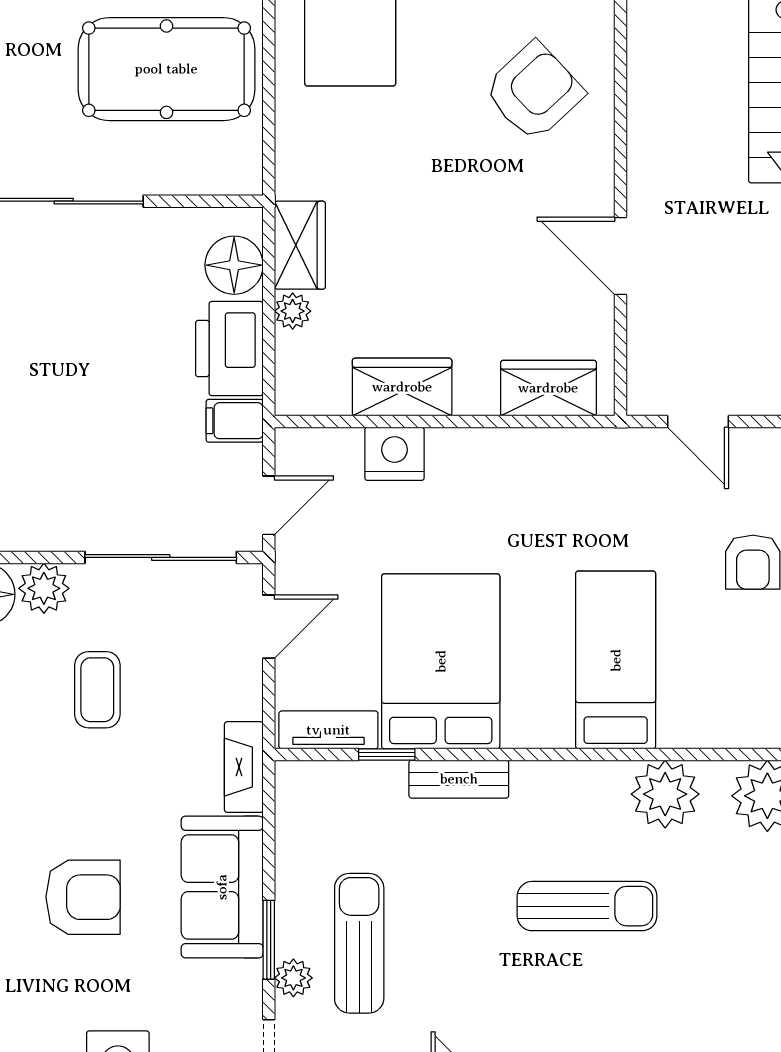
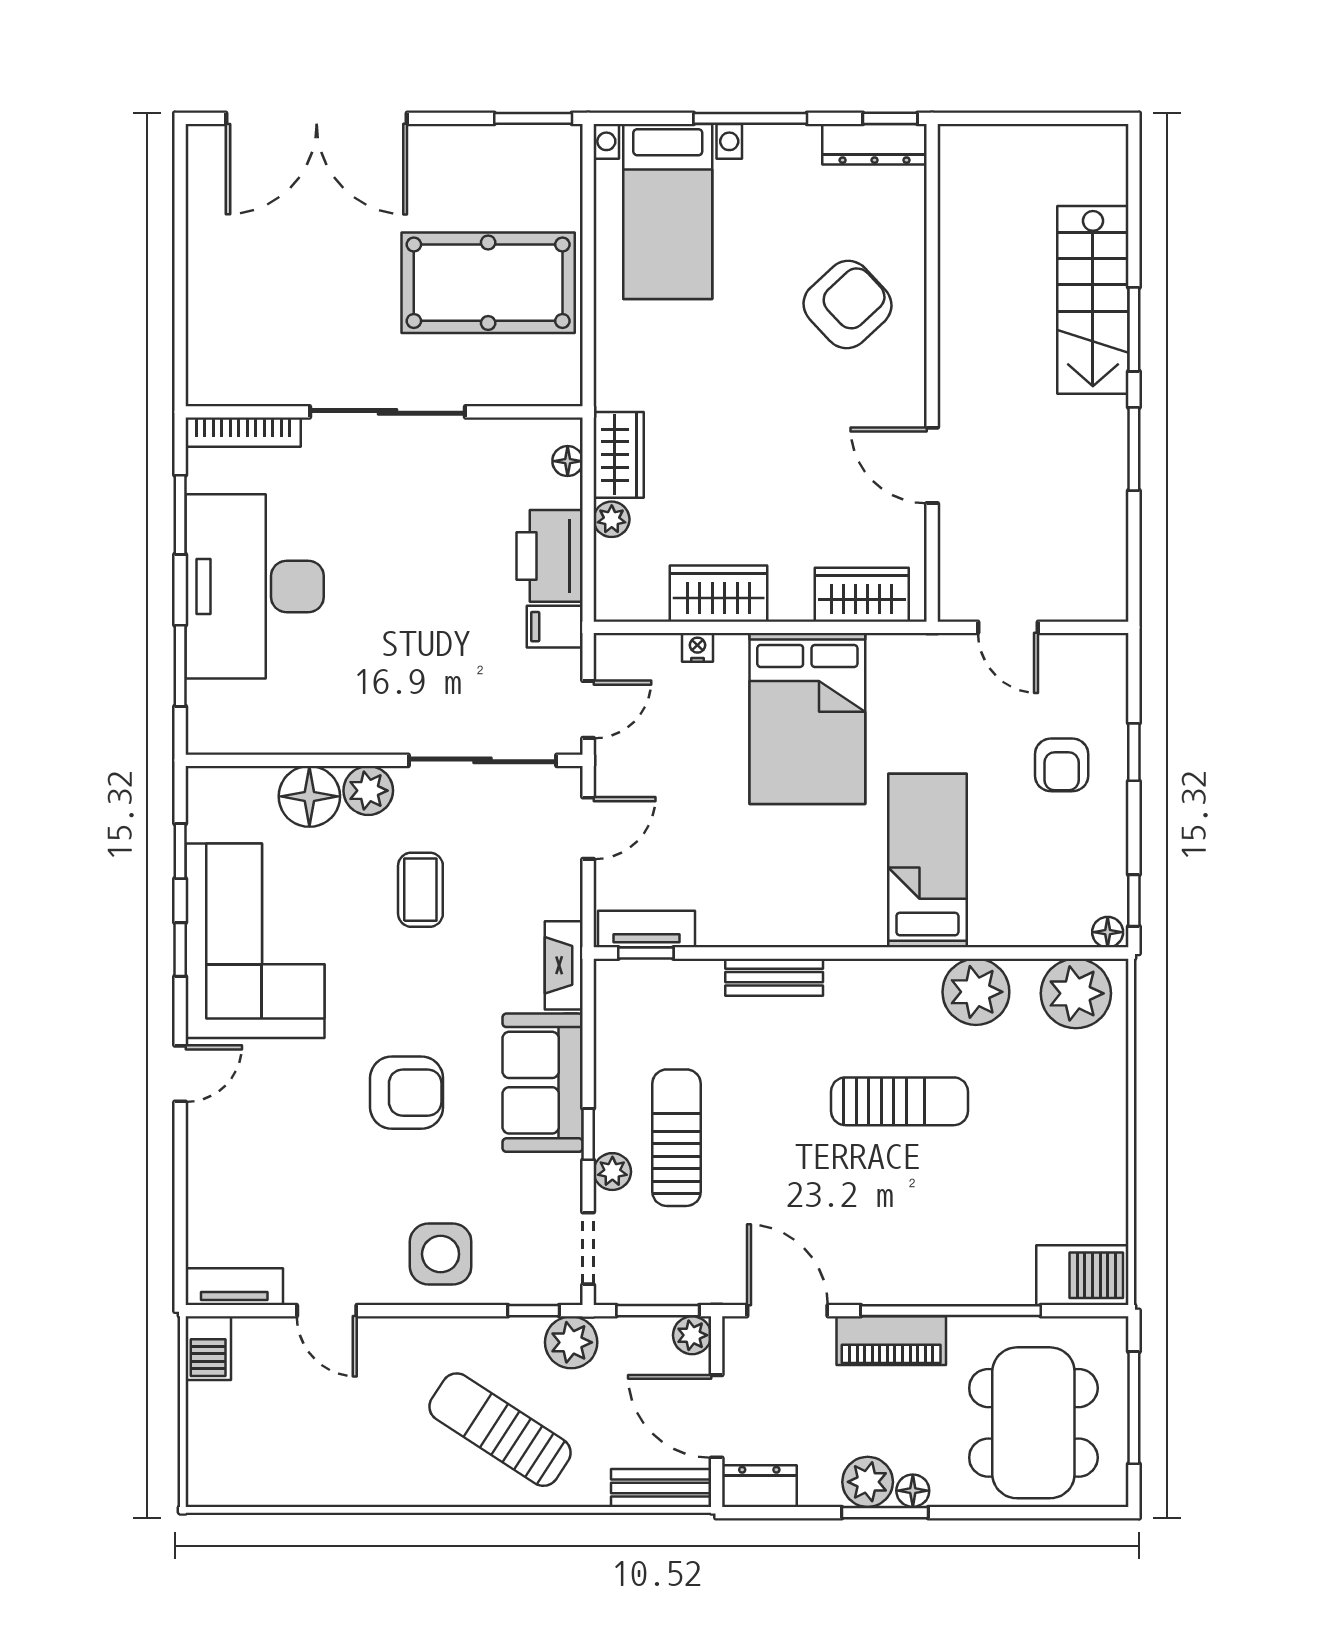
floor lamp: (234, 265) -> (568, 461), width x0.53, depth x0.53
nightstand: (395, 454) -> (697, 647), width x0.53, depth x0.56
bed: (441, 661) -> (807, 718), moved, turned 180
window: (387, 754) -> (646, 953), moved
window: (269, 940) -> (588, 1134), width x0.67

